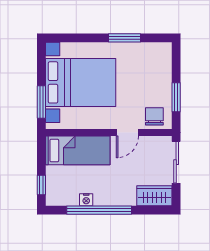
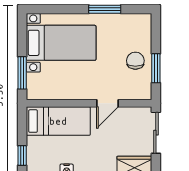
bed with nightstands: (81, 82) -> (61, 43), width x0.73
chair: (154, 116) -> (135, 61), moved

